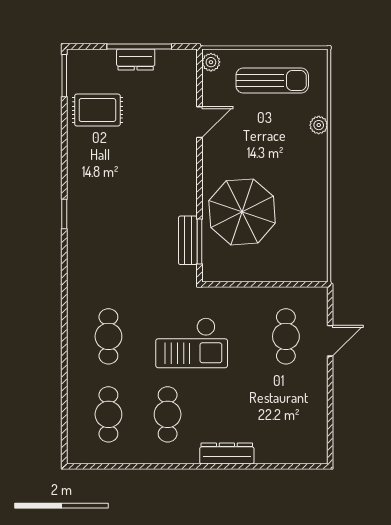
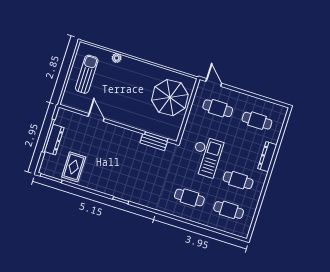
dresser: (136, 59) -> (54, 140), width x1.44
plant: (211, 62) -> (68, 102), removed
parasol: (242, 212) -> (170, 98), moved
door: (330, 341) -> (214, 82), moved
cafe table: (286, 414) -> (257, 121), added

